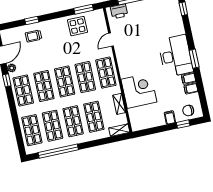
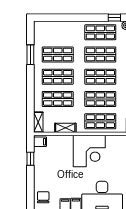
corner desk: (139, 91) -> (89, 151), moved
filing cabinet: (170, 117) -> (40, 142), moved
window: (183, 124) -> (30, 159), moved
shop shelf: (32, 130) -> (58, 32), removed
window: (58, 151) -> (30, 55), width x0.47

